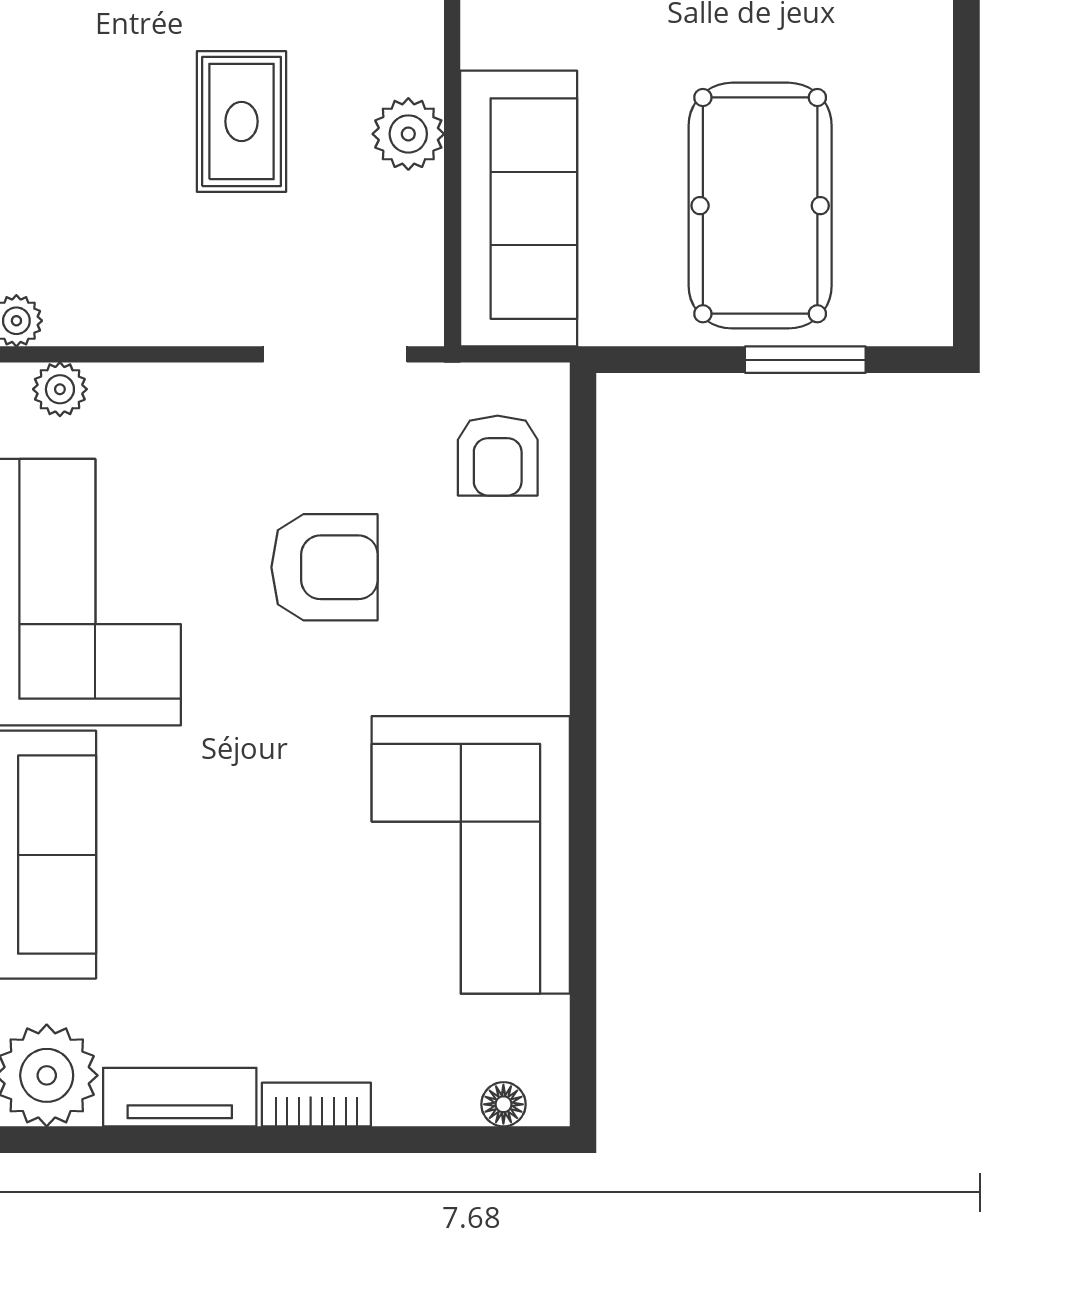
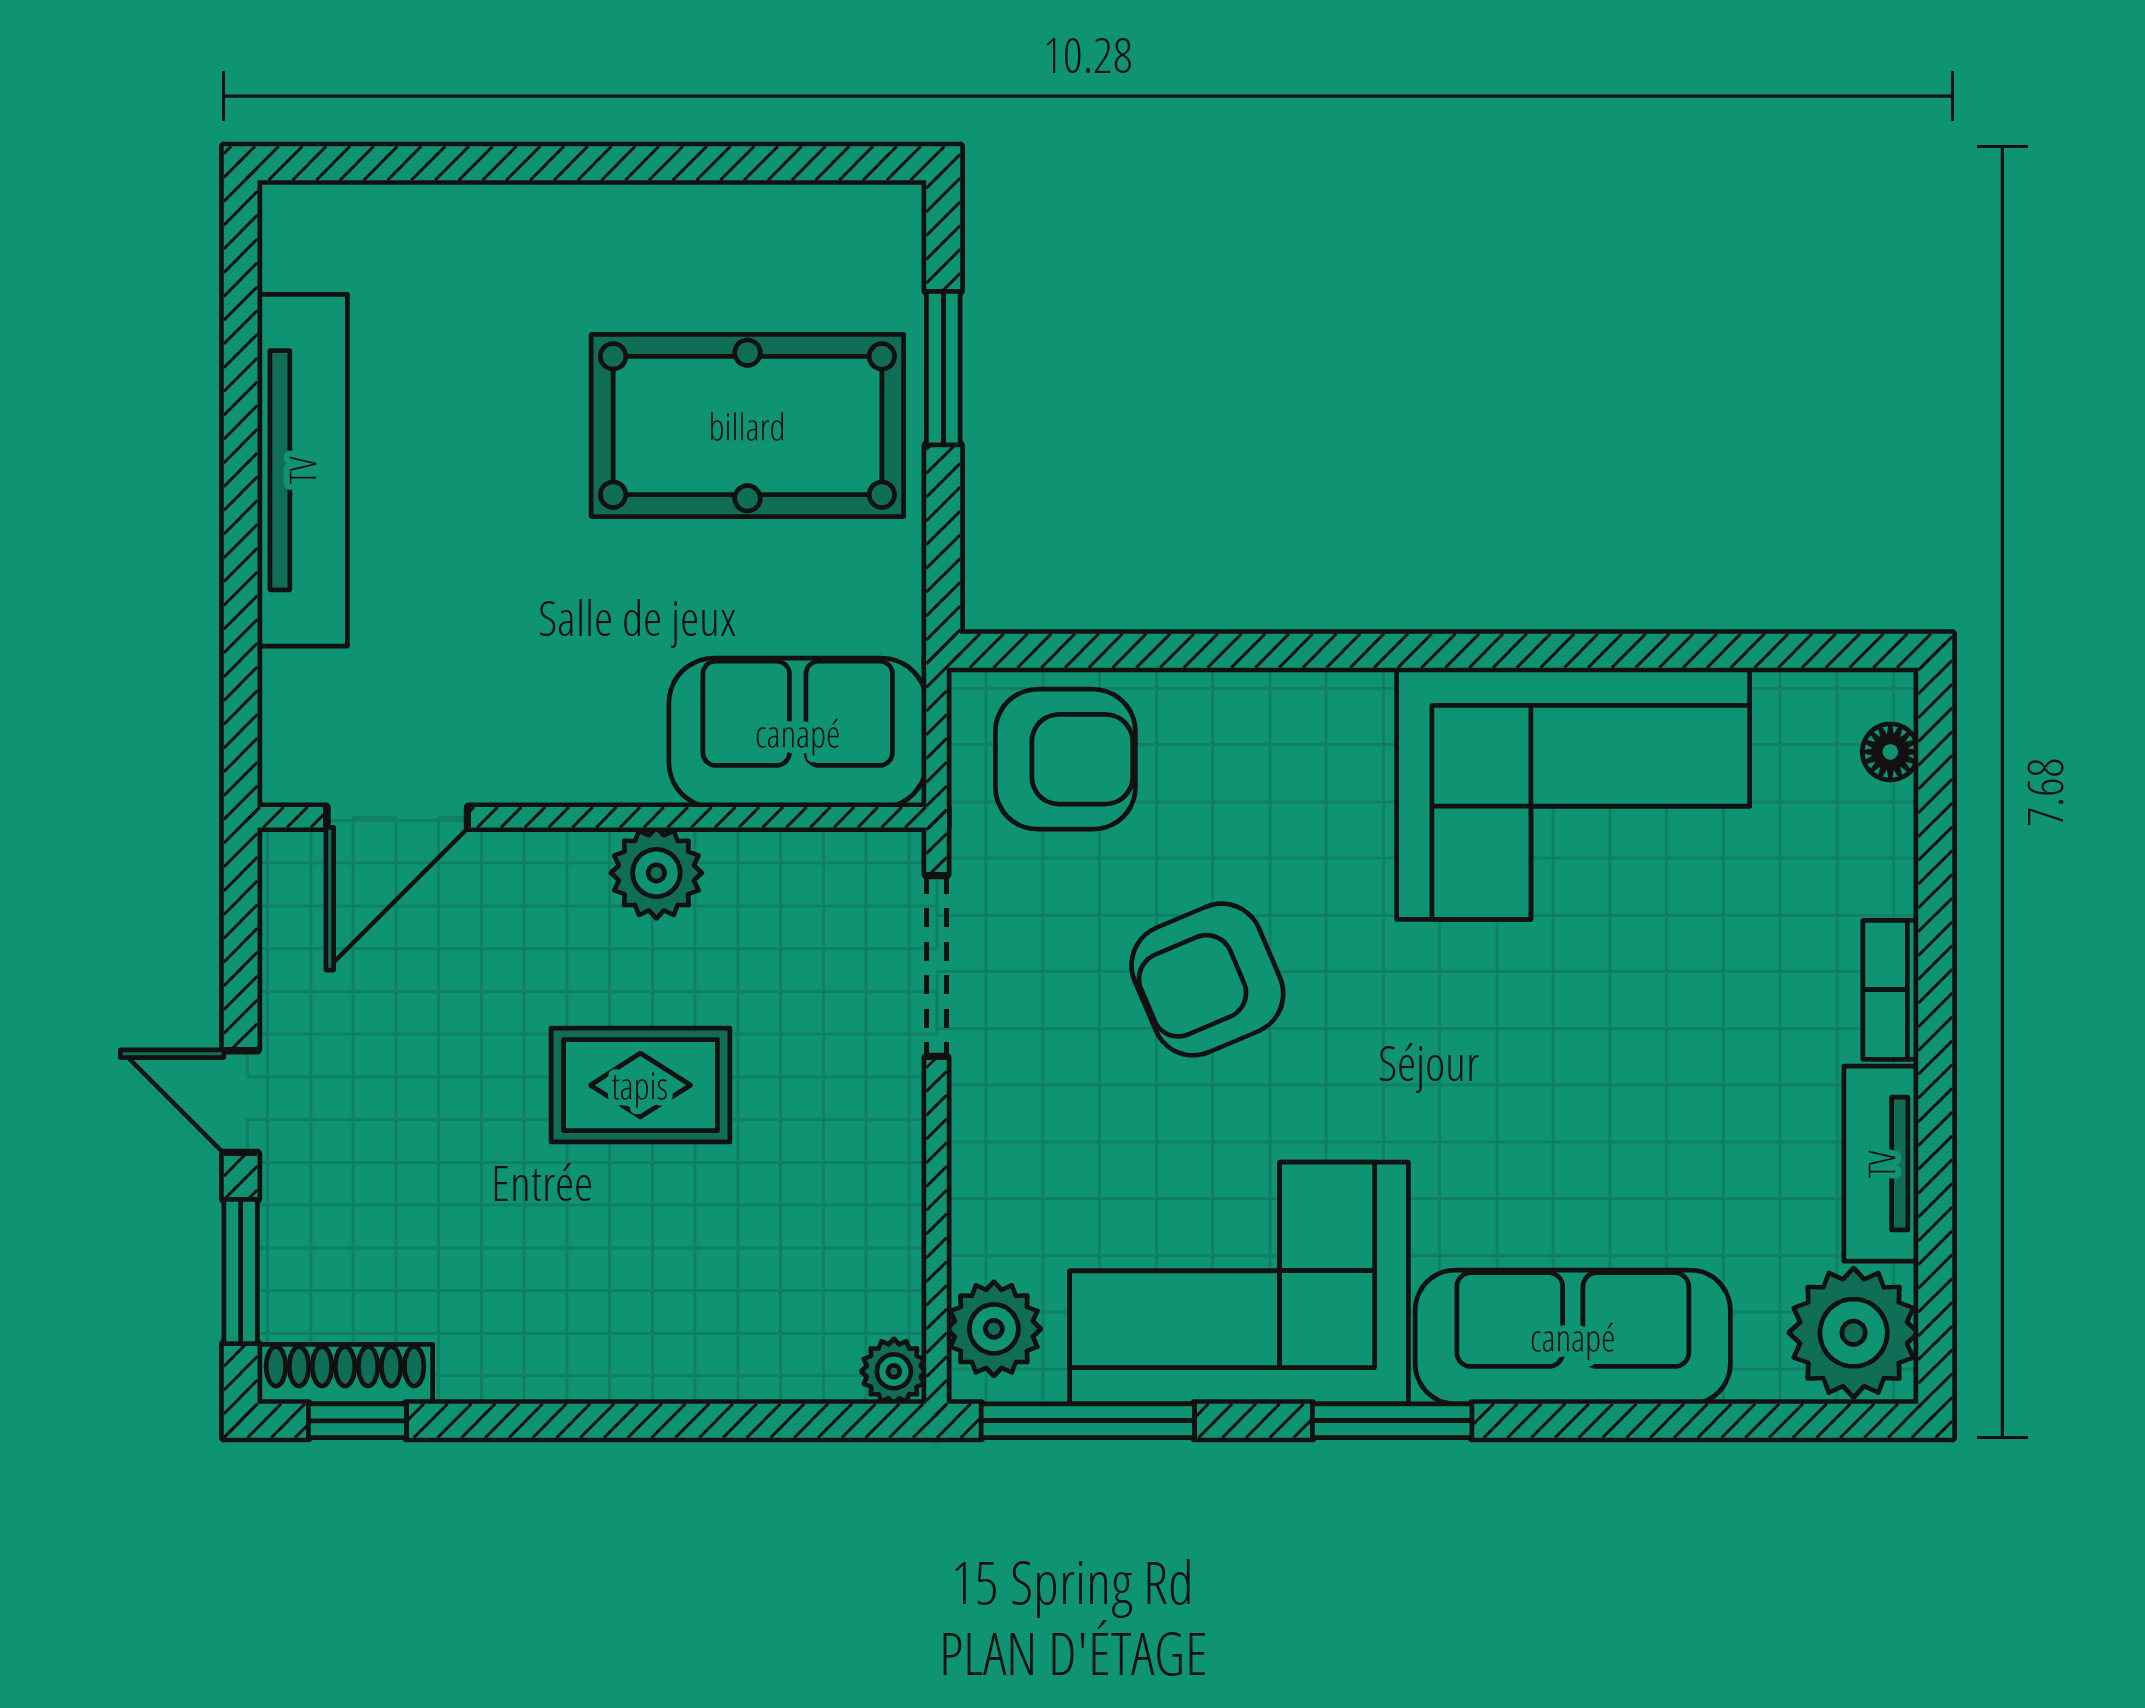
sofa: (519, 209) -> (798, 733), width x0.73
plant: (60, 389) -> (994, 1329), width x1.38, depth x1.38
armchair: (498, 456) -> (1065, 759), width x1.38, depth x1.38
armchair: (325, 567) -> (1207, 979), turned -113

